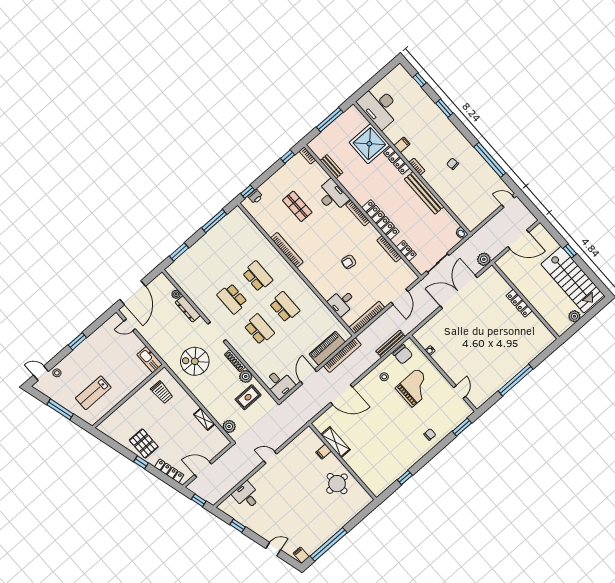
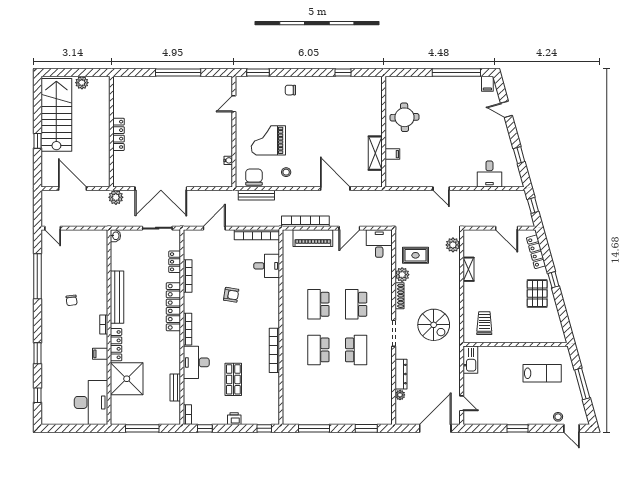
printer: (255, 196) -> (234, 419), moved

